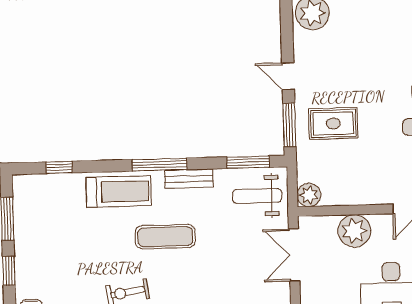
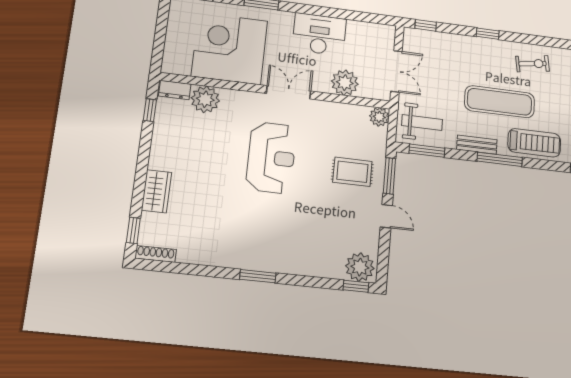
treadmill: (119, 192) -> (534, 143), turned 180
exercise mat: (165, 237) -> (500, 102), width x1.36, depth x1.45

